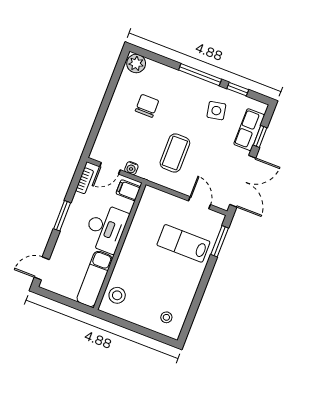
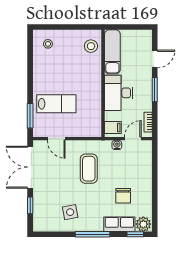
window: (238, 89) -> (135, 234), moved
row of seats: (249, 130) -> (119, 224), moved, turned -90
door: (42, 268) -> (155, 59), moved

